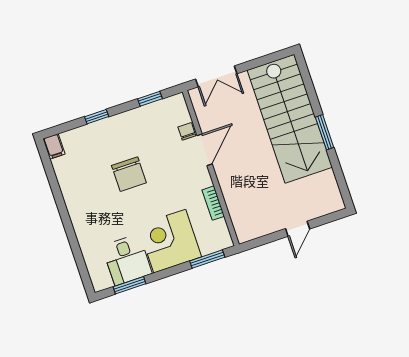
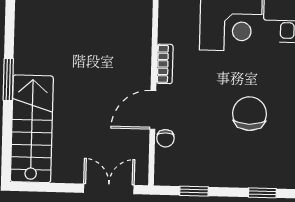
stairs: (290, 119) -> (32, 129), width x0.73, depth x0.66
bookcase: (213, 203) -> (165, 64), moved

